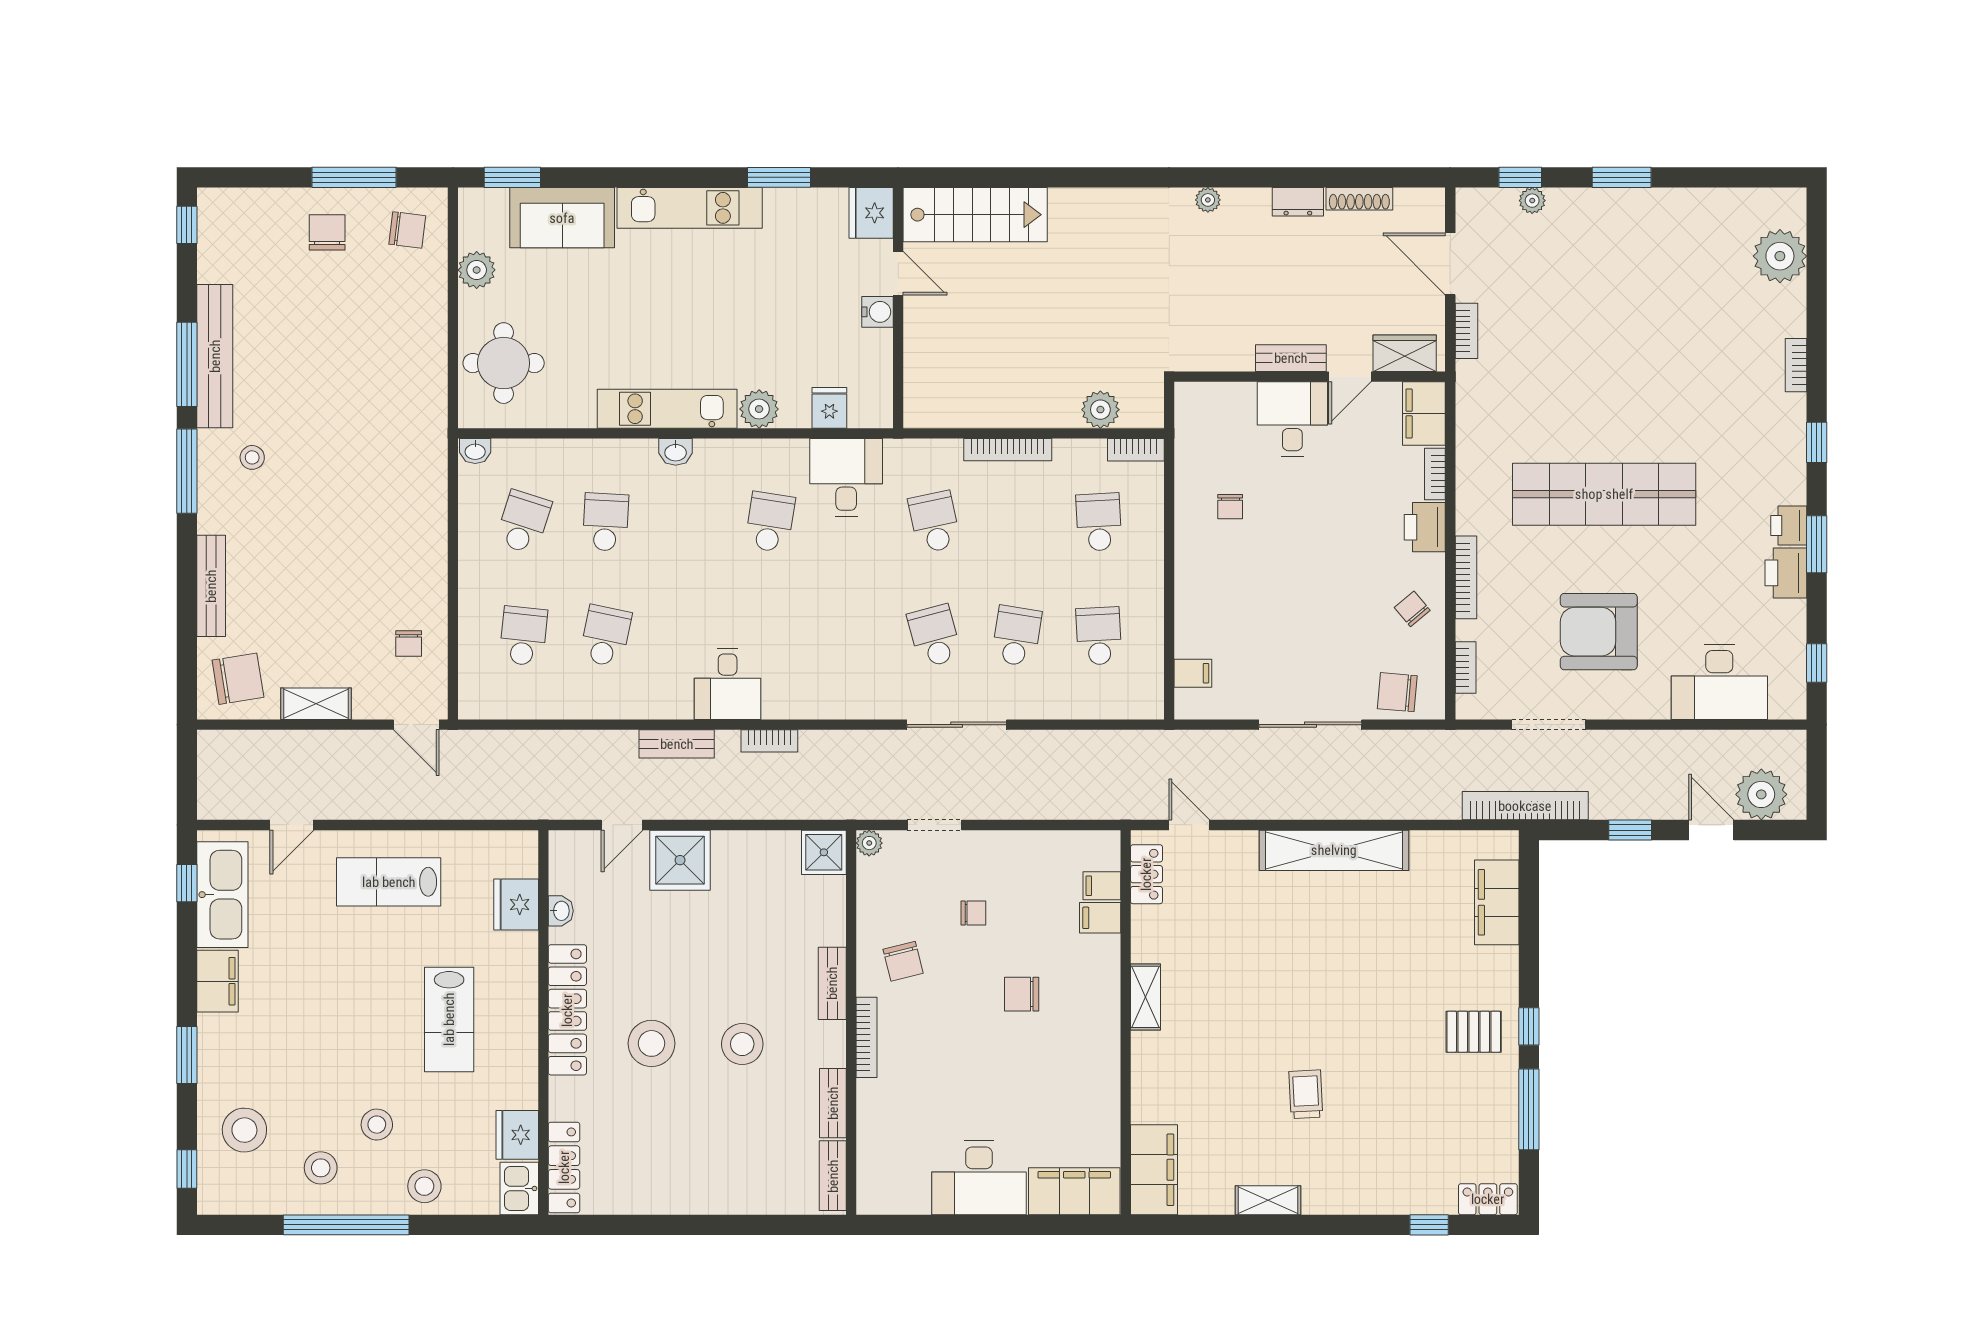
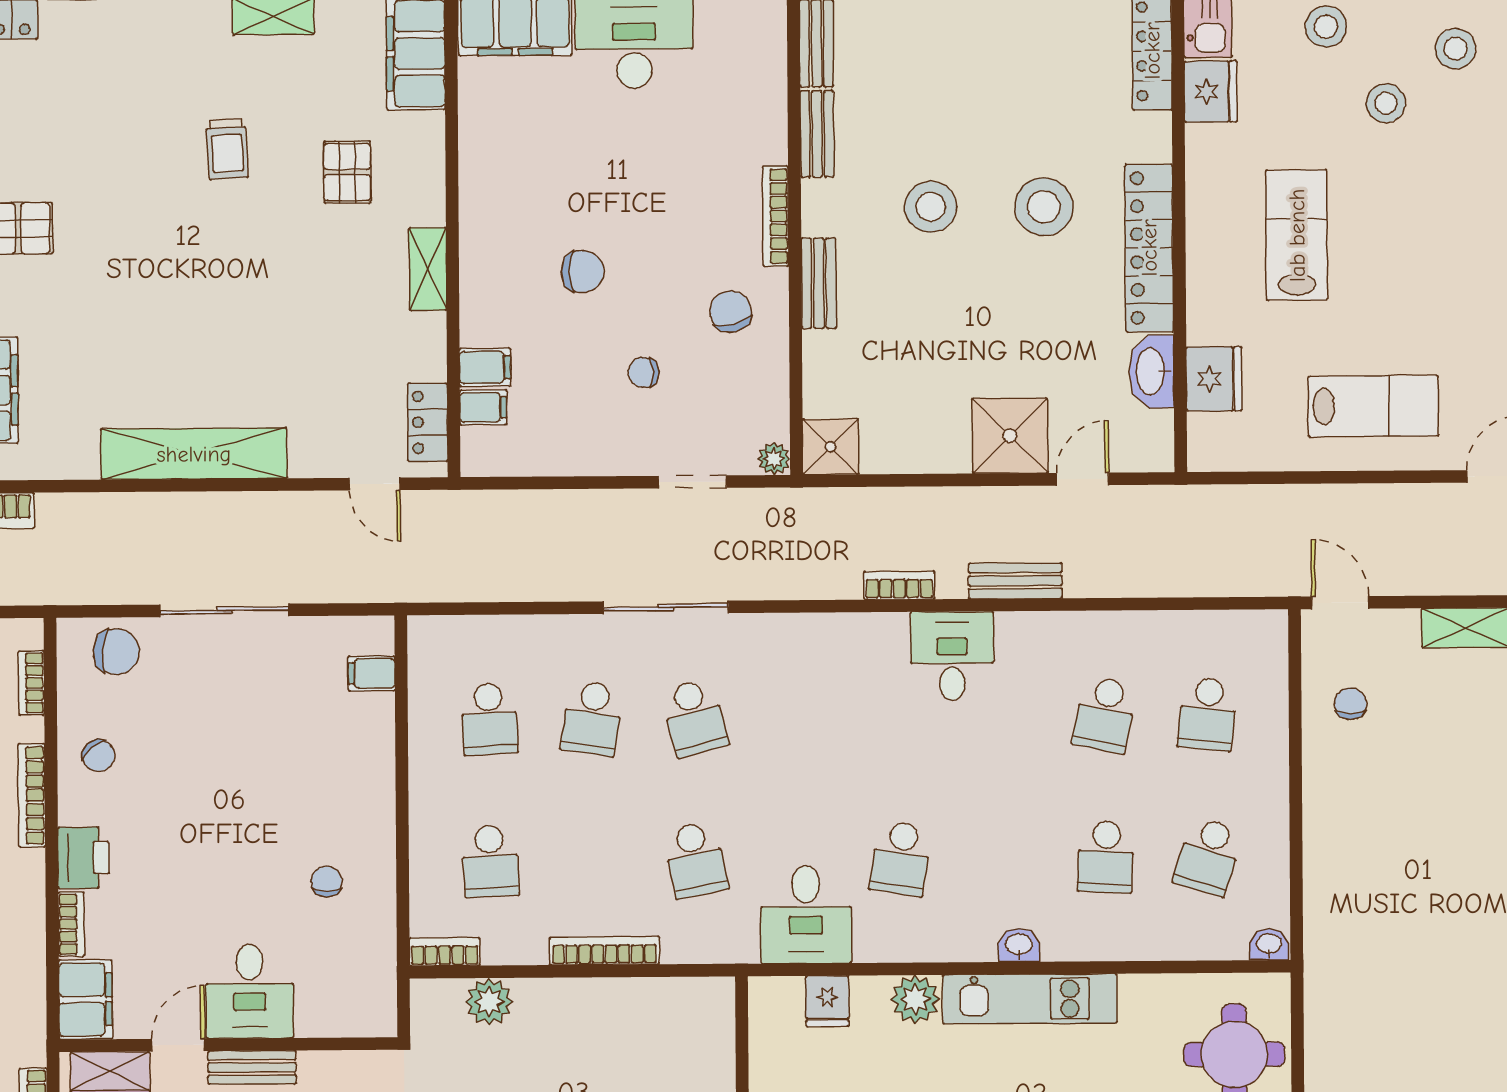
washbasin: (561, 911) -> (1151, 372), width x1.91, depth x1.45
pallet: (1210, 1075) -> (347, 172), added

